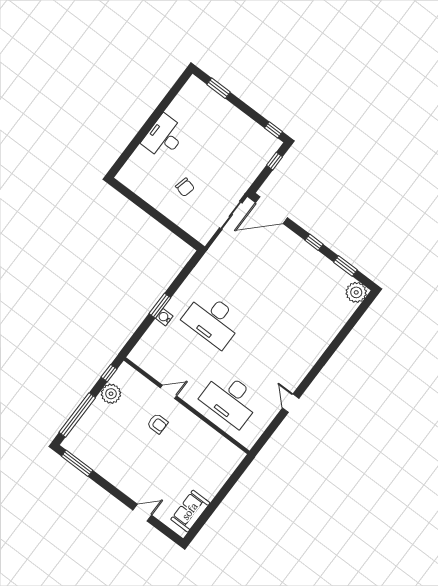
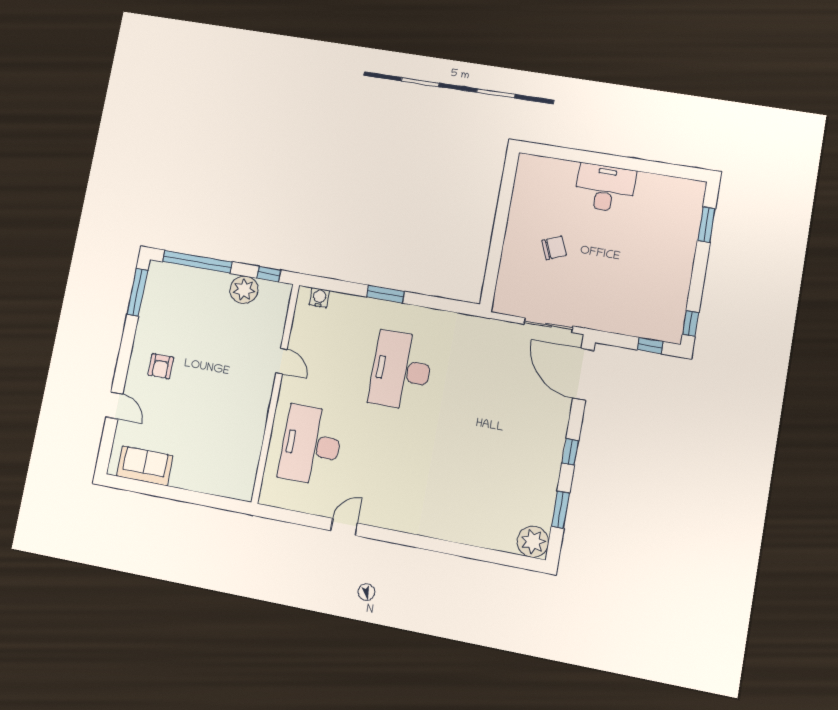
chair: (185, 187) -> (554, 248), turned -127
water cooler: (164, 317) -> (319, 298), moved
armchair: (157, 424) -> (161, 366), moved

